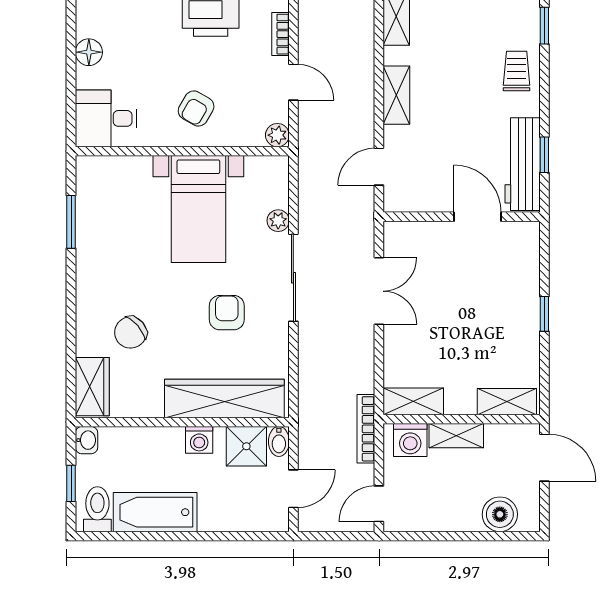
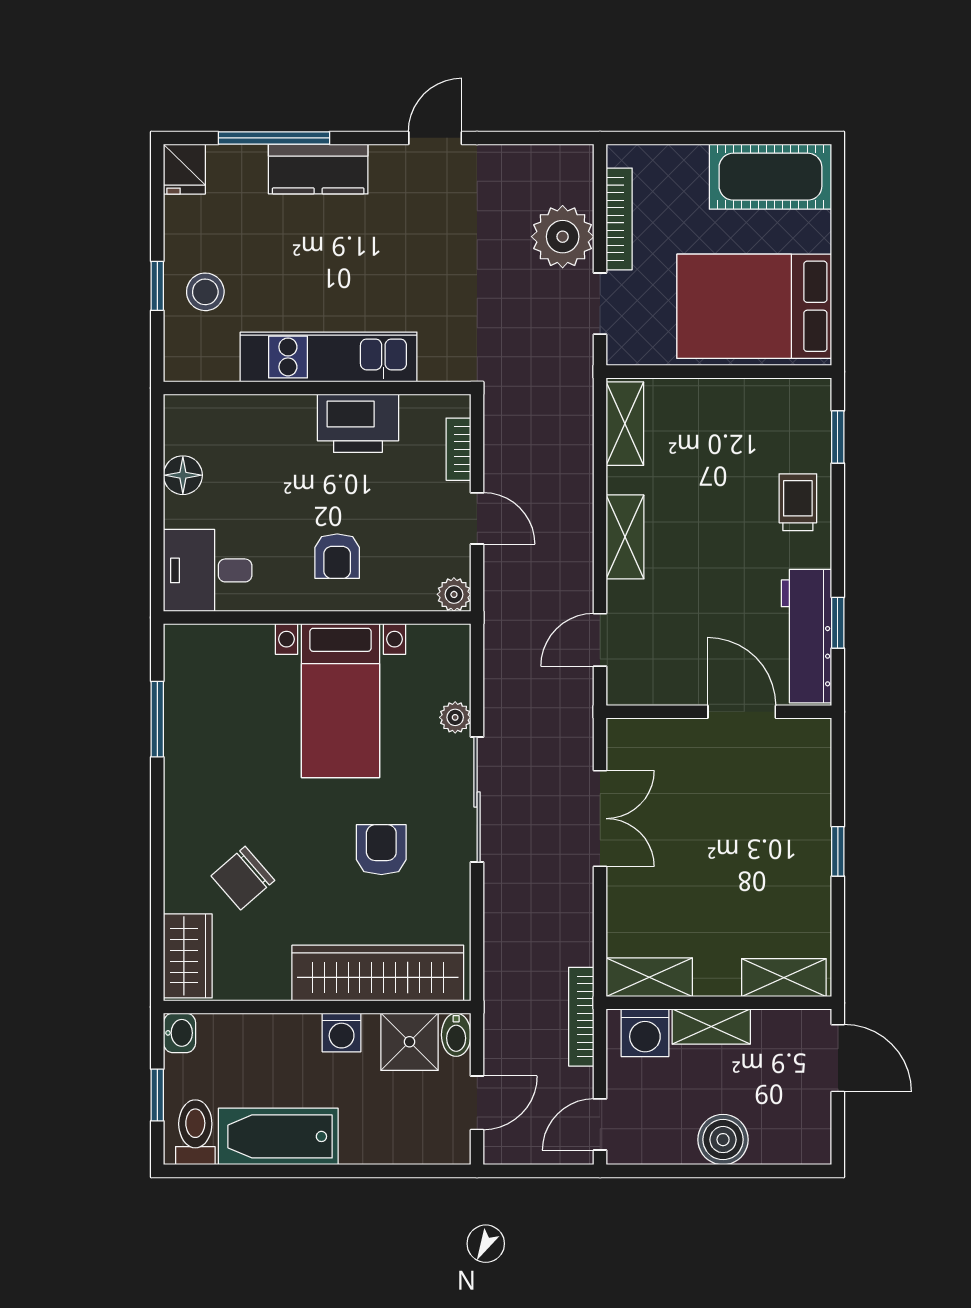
armchair: (196, 109) -> (337, 556), turned -30
boiler: (500, 514) -> (723, 1140), moved

